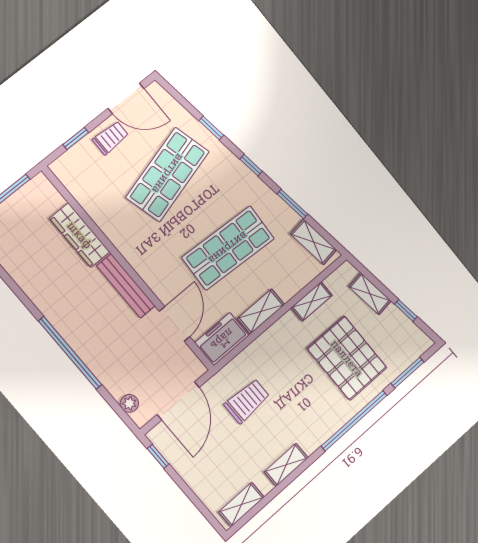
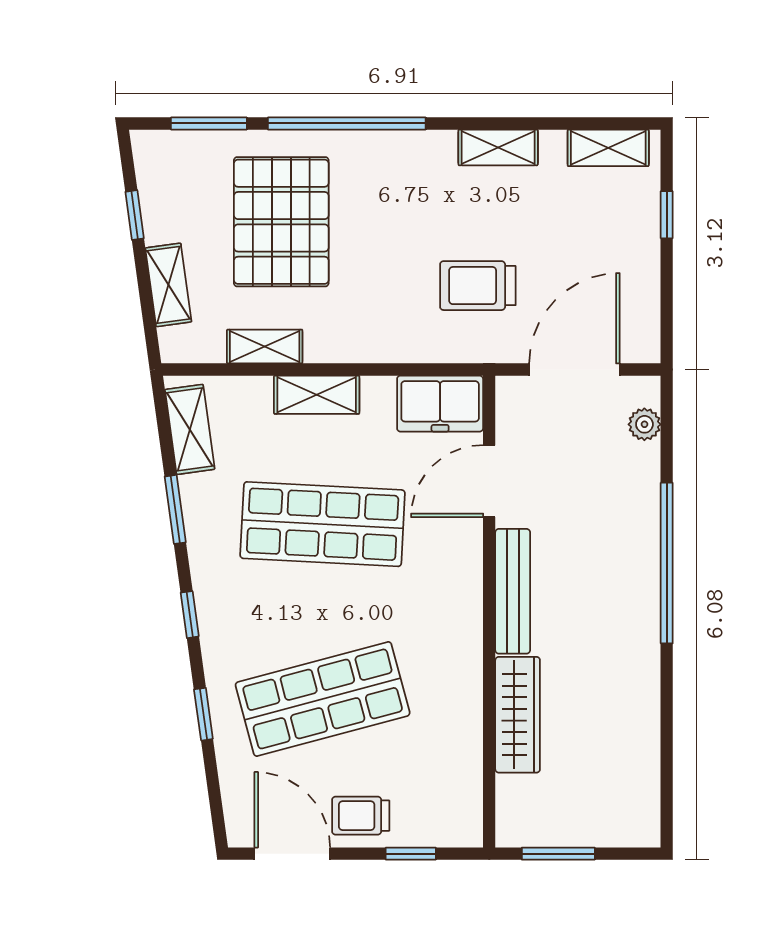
shelving: (261, 311) -> (317, 395), moved
window: (158, 456) -> (667, 215), moved

